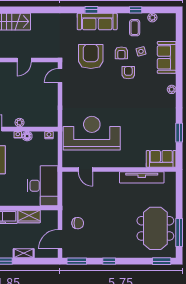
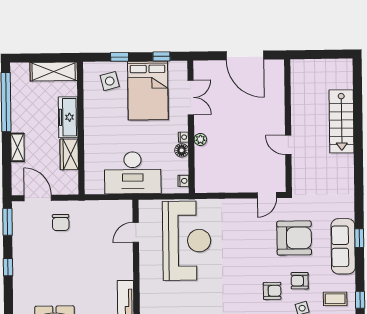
door: (60, 76) -> (267, 195), swing flipped
desk: (43, 186) -> (133, 173), moved

